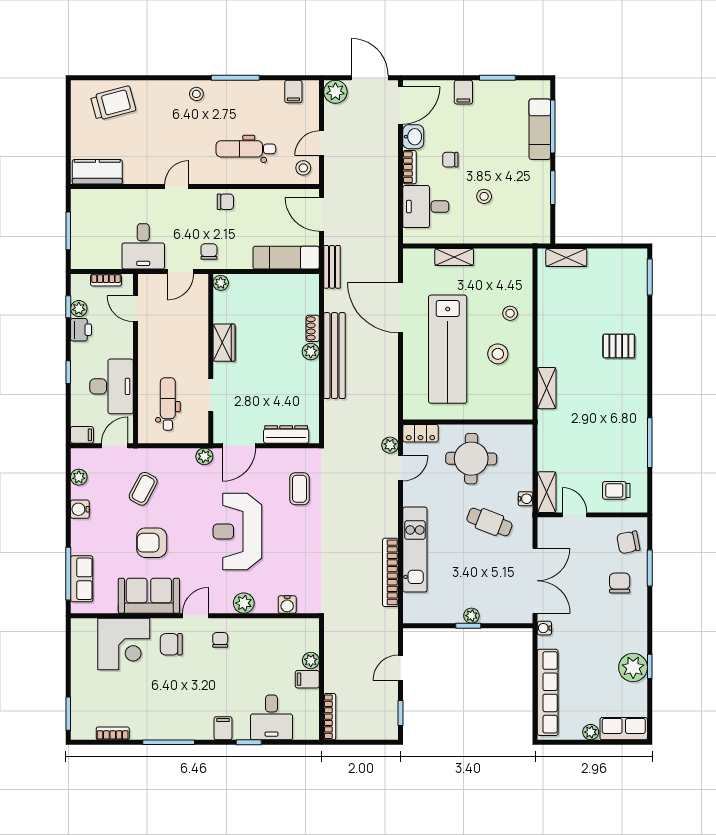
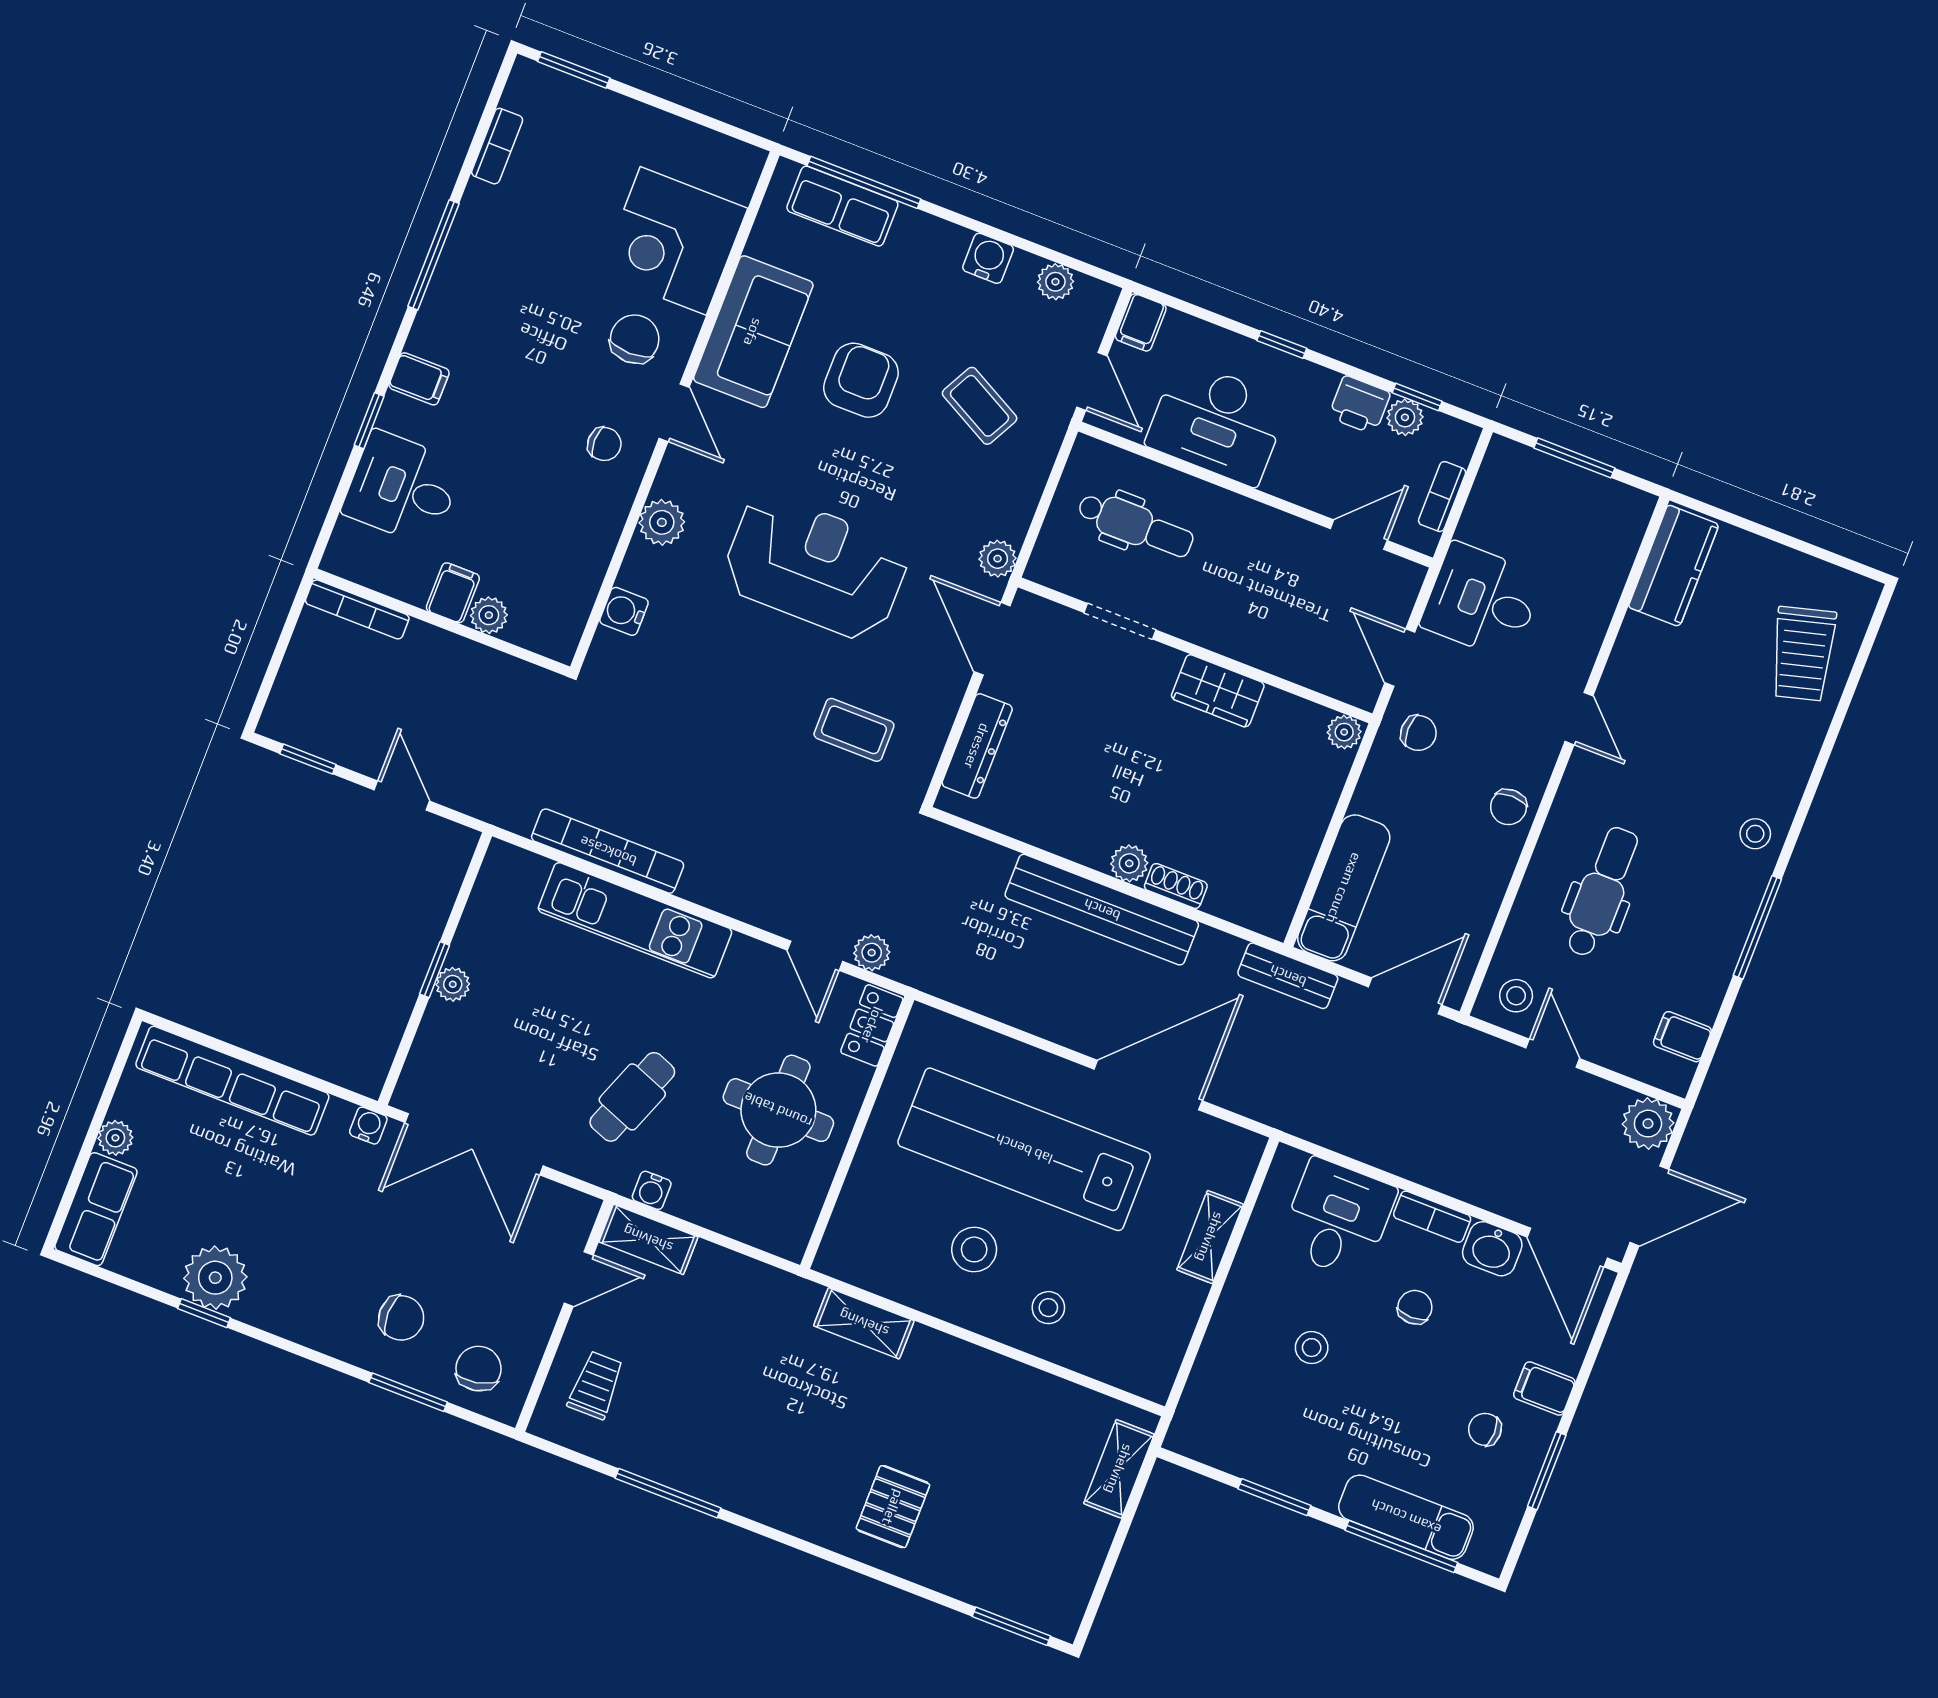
chair: (490, 110) -> (1485, 1429), added

